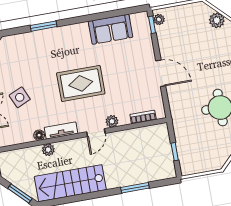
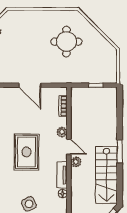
door: (161, 73) -> (30, 85), swing flipped
plant: (48, 150) -> (76, 162), moved
window: (135, 188) -> (120, 151), moved

